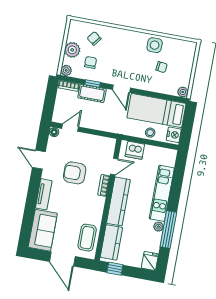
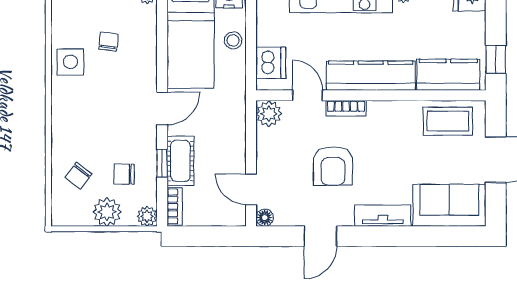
plant: (108, 144) -> (269, 114), added

